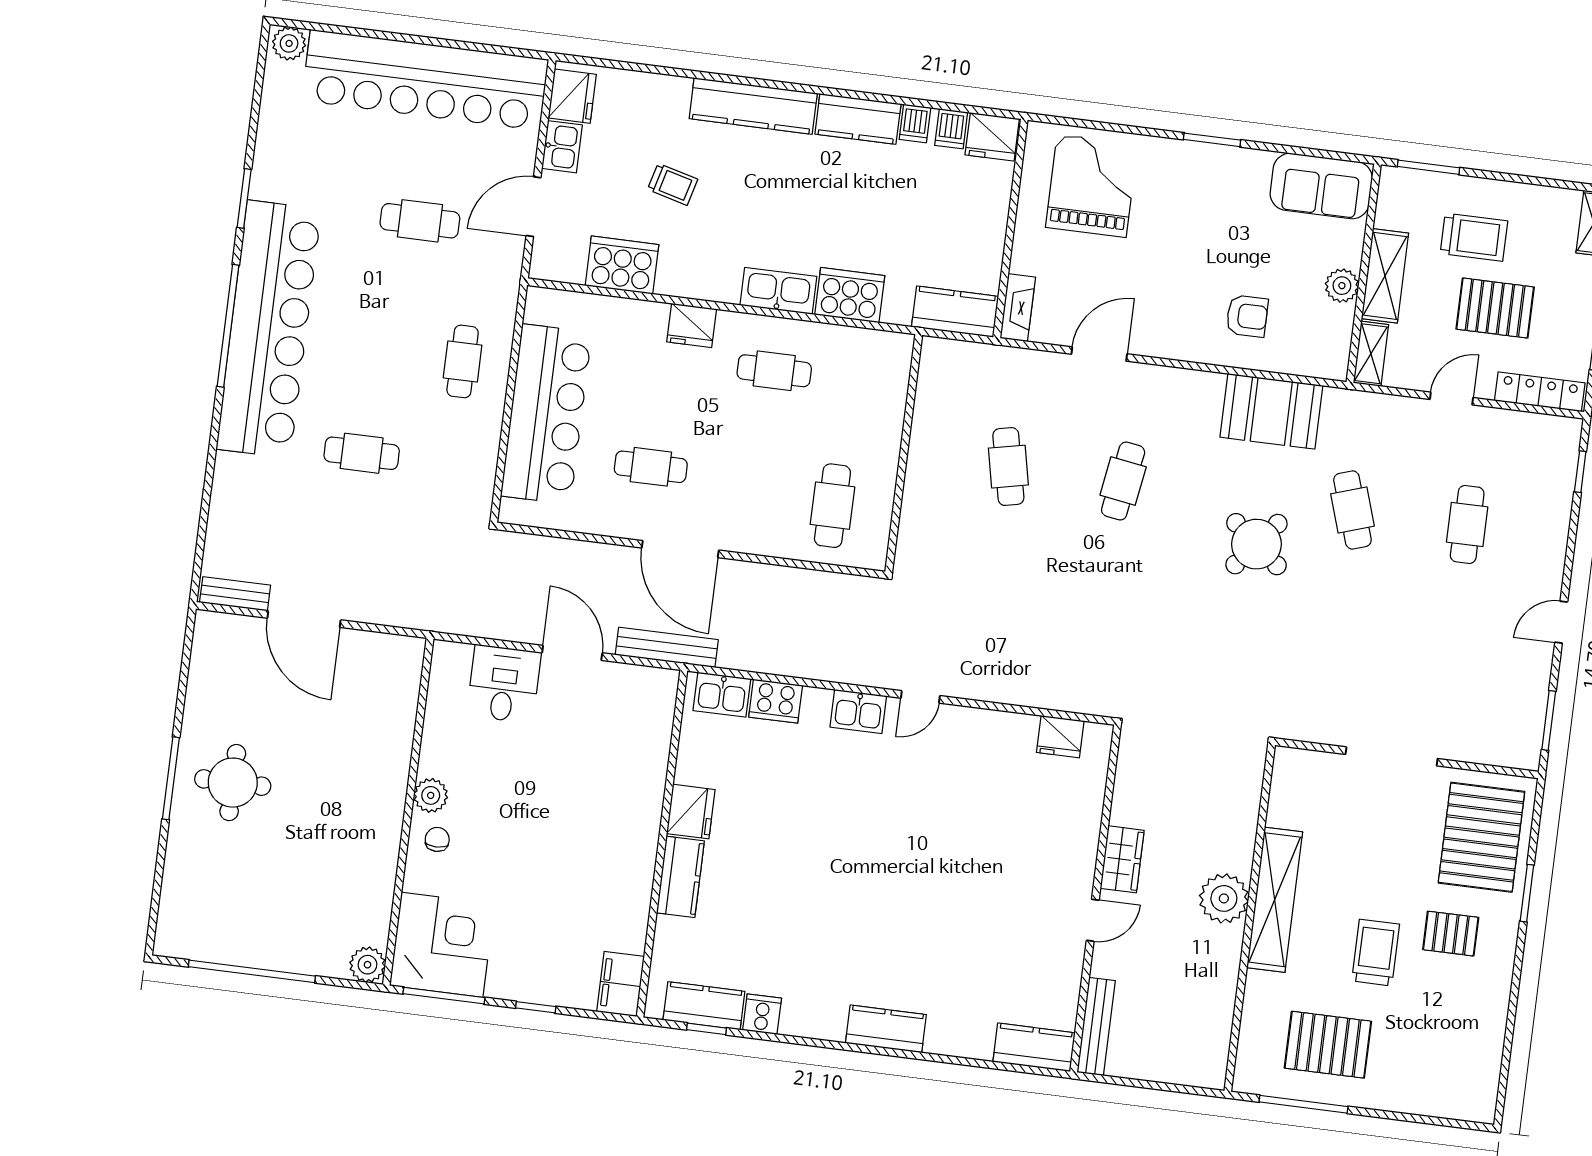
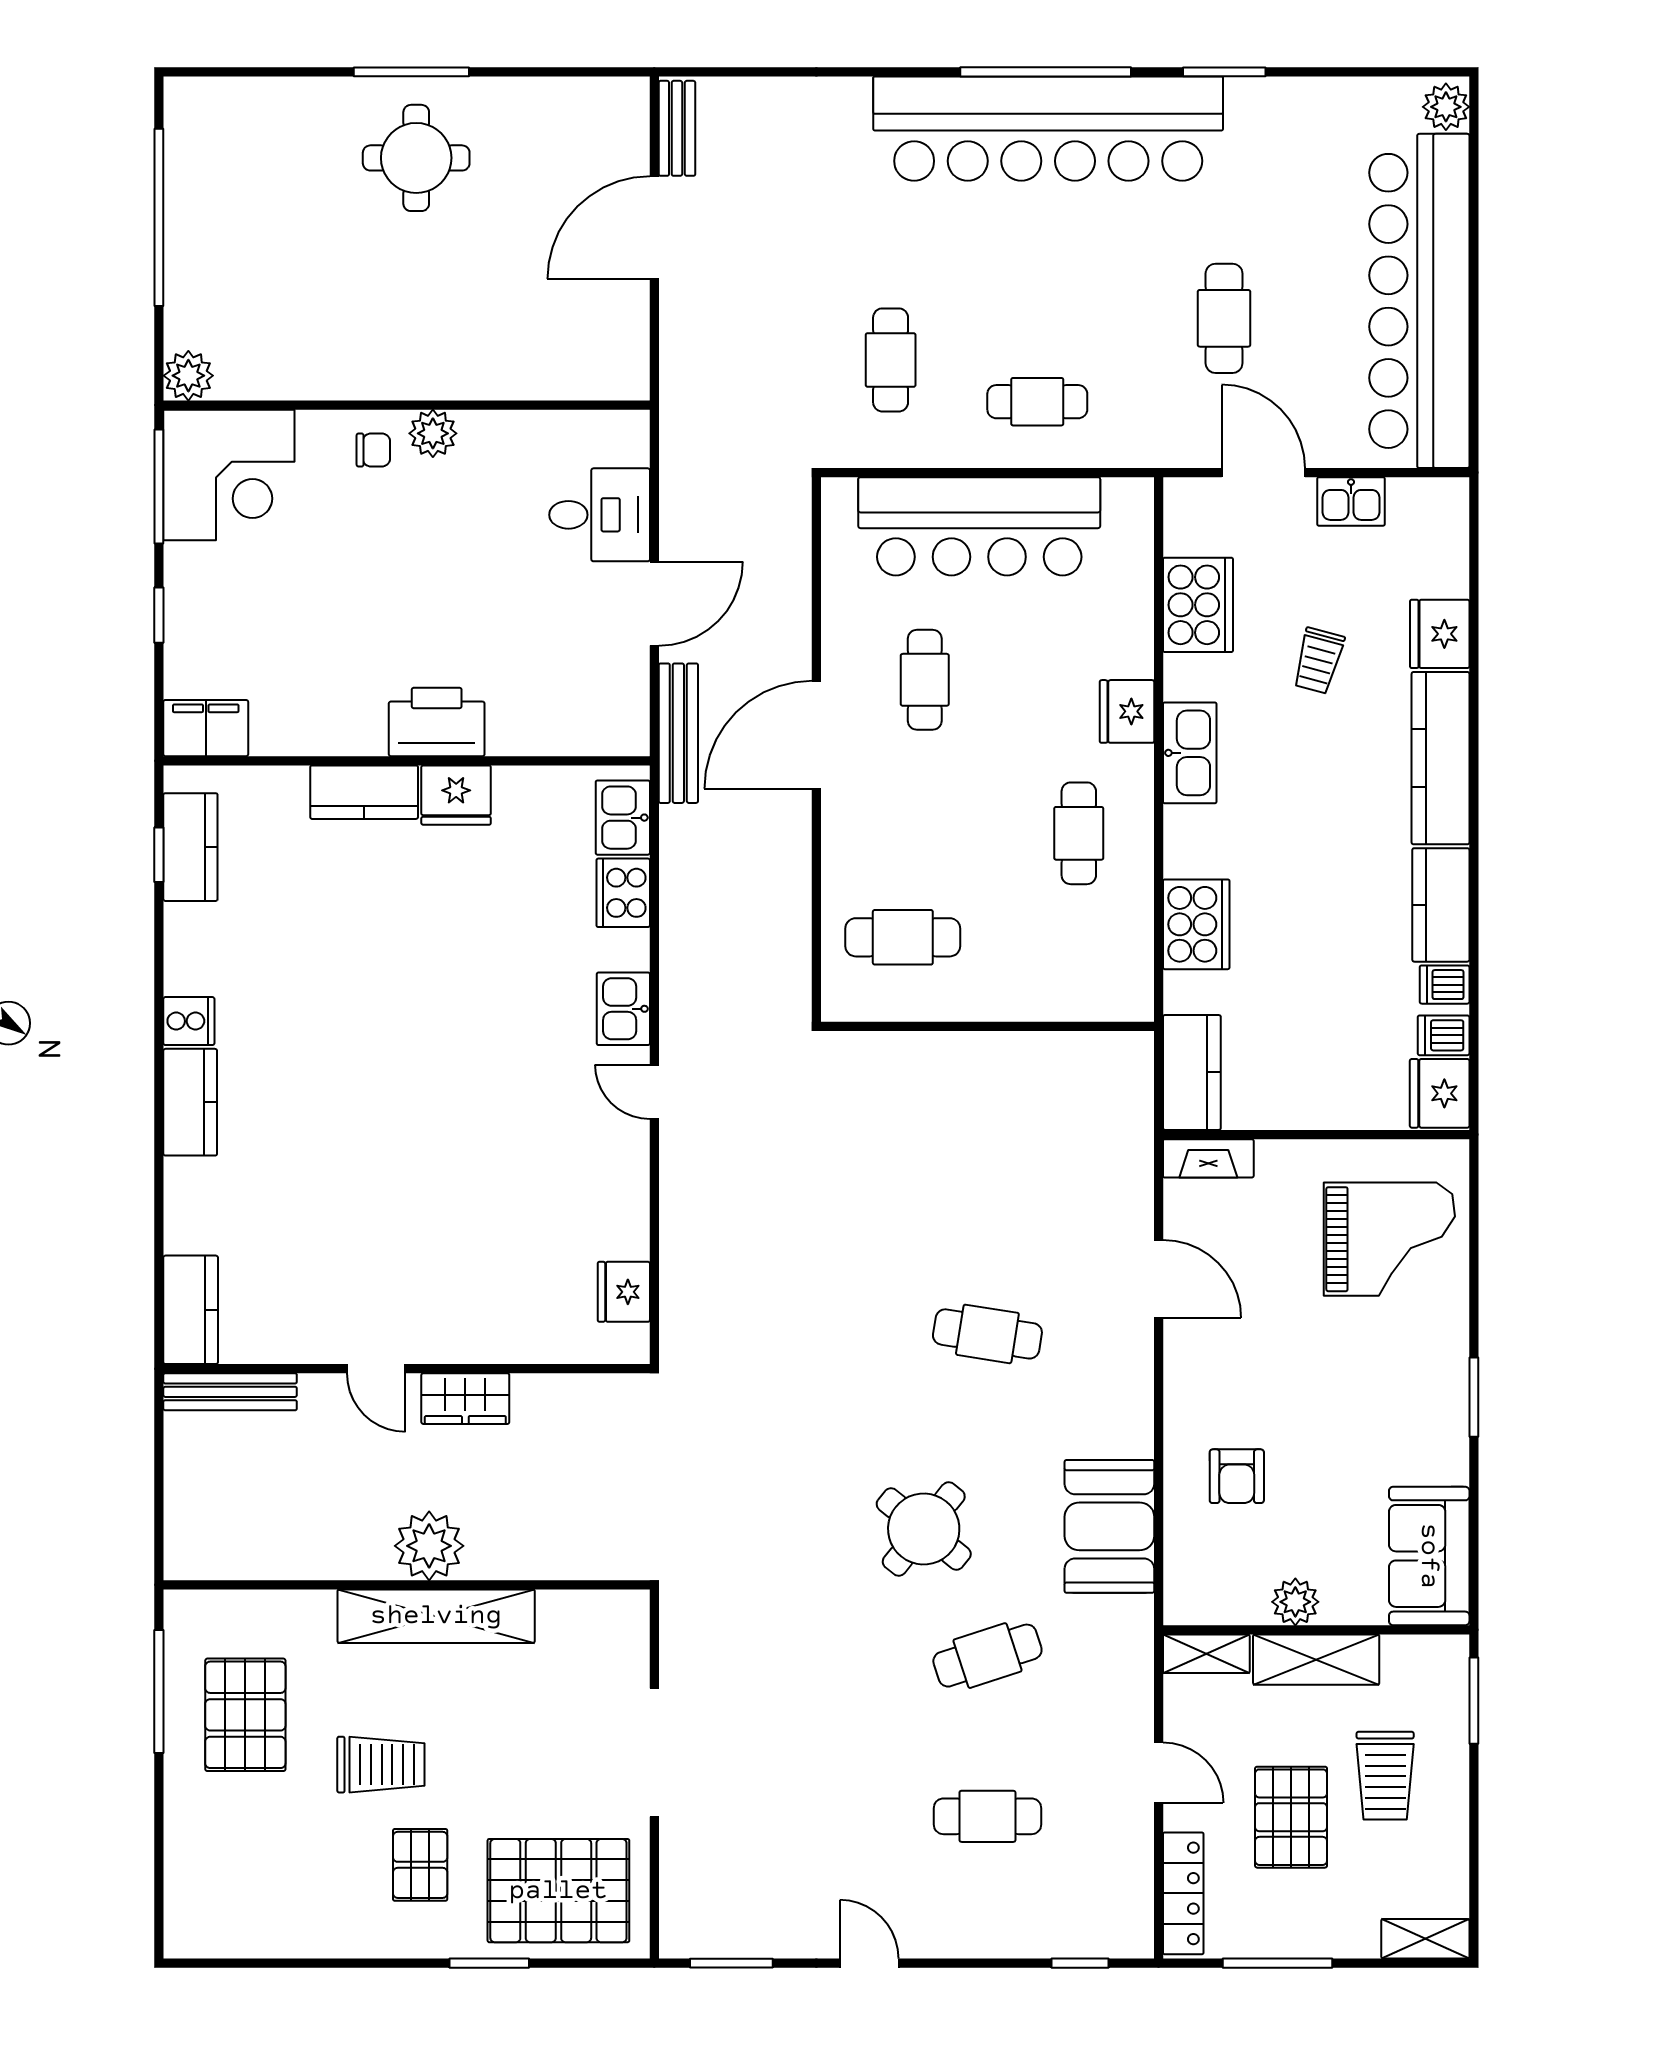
fridge: (572, 96) -> (1440, 634), moved, turned 90
kitchen sink: (778, 291) -> (1190, 753), moved
cafe table: (362, 453) -> (891, 360), moved
cafe table: (1008, 467) -> (987, 1173), removed
printer: (637, 819) -> (437, 722), added
cooker: (762, 1014) -> (189, 1021), moved

